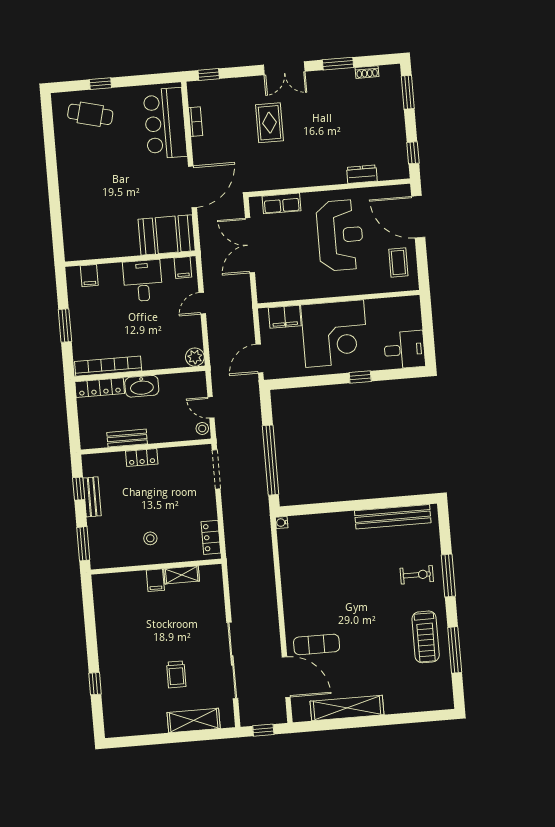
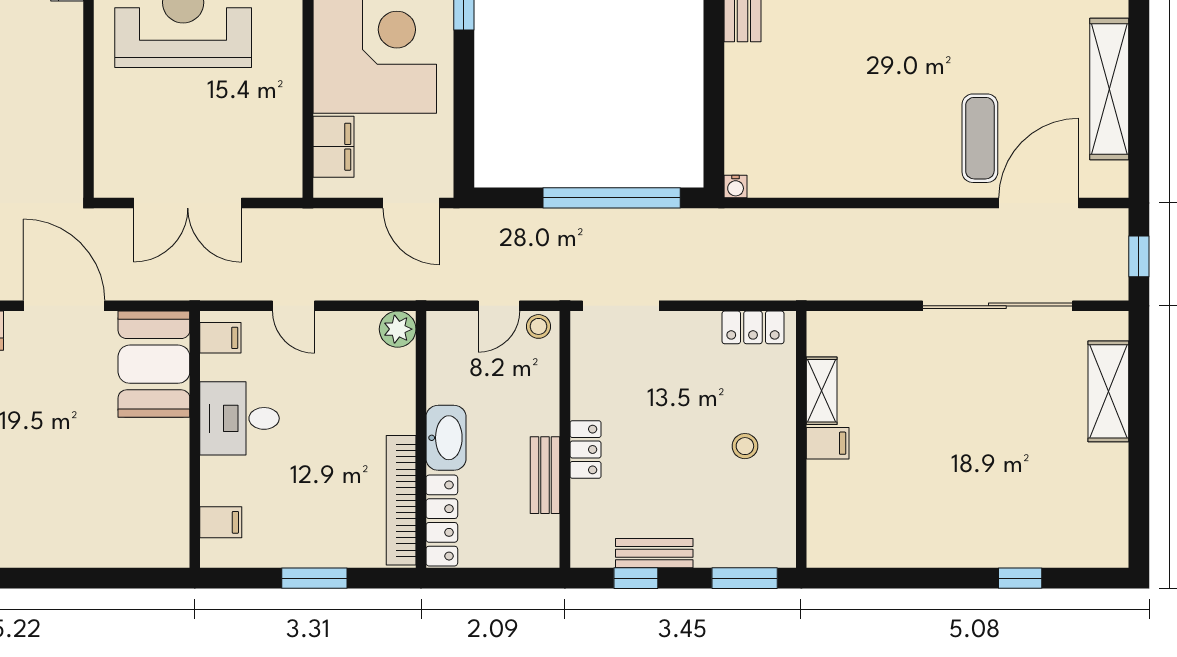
row of seats: (282, 203) -> (111, 134), removed
trolley: (176, 674) -> (1016, 418), removed

